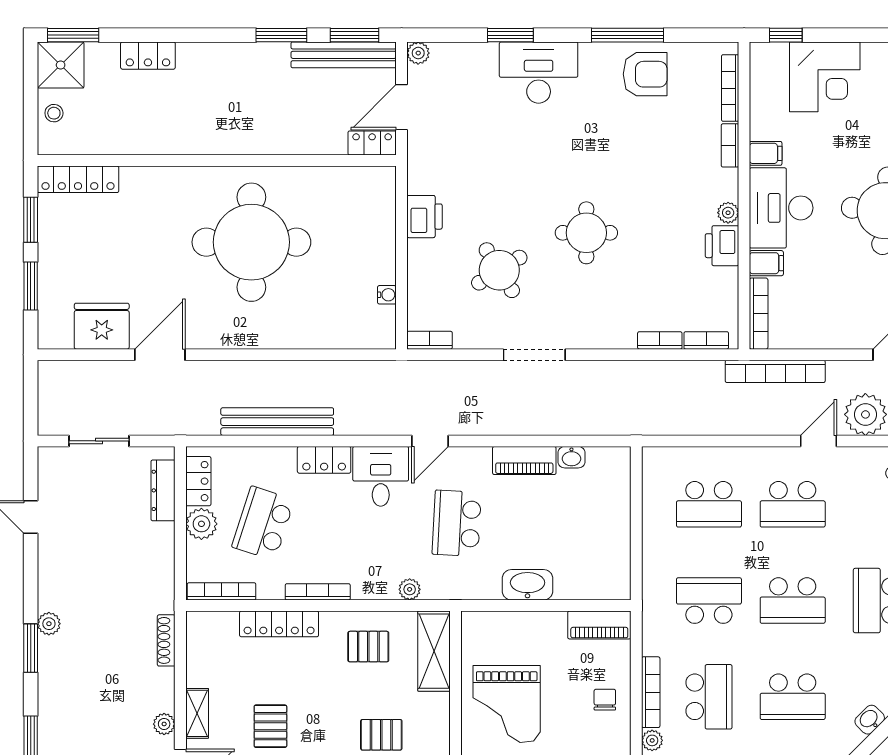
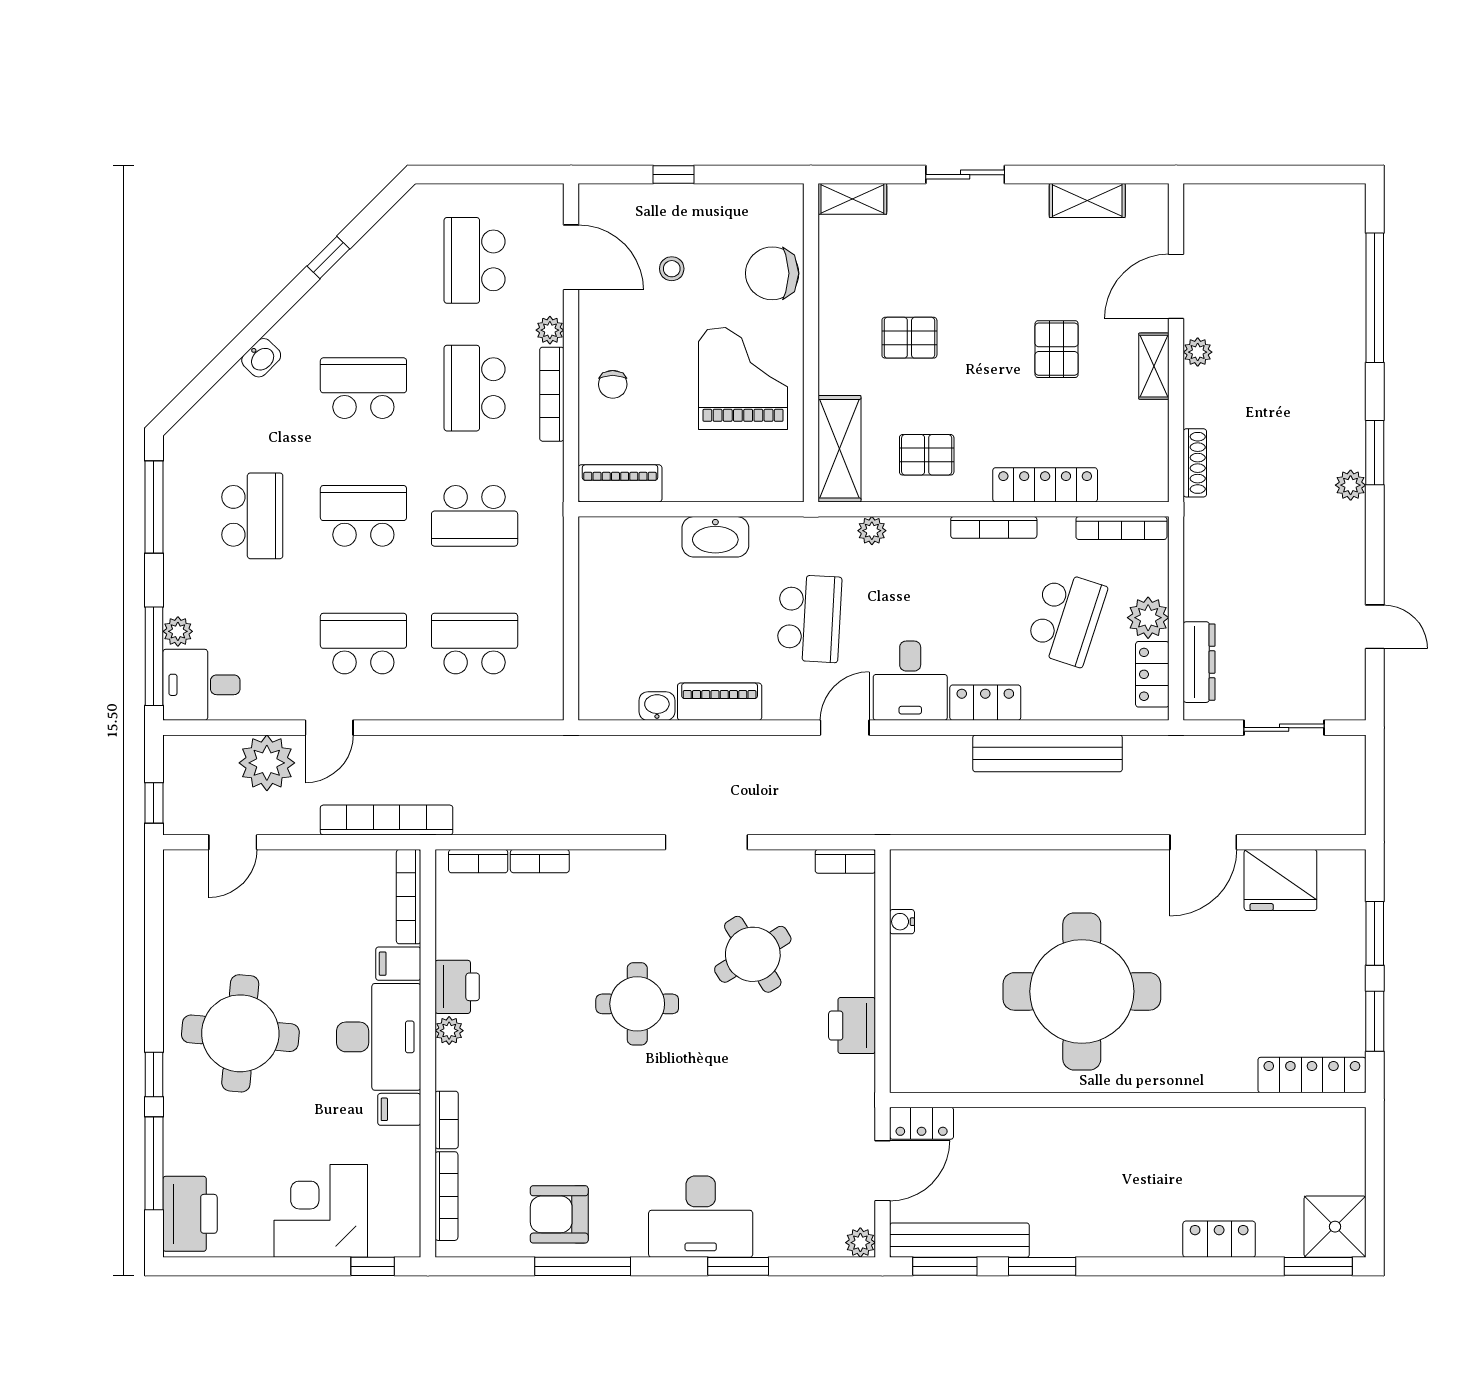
stool: (54, 113) -> (1344, 1163), removed

